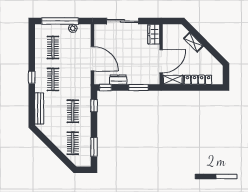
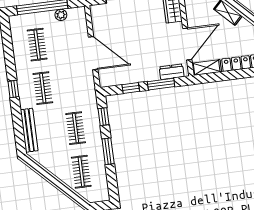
dresser: (118, 80) -> (172, 72), moved
window: (105, 88) -> (131, 88), moved
window: (94, 147) -> (108, 151), moved

